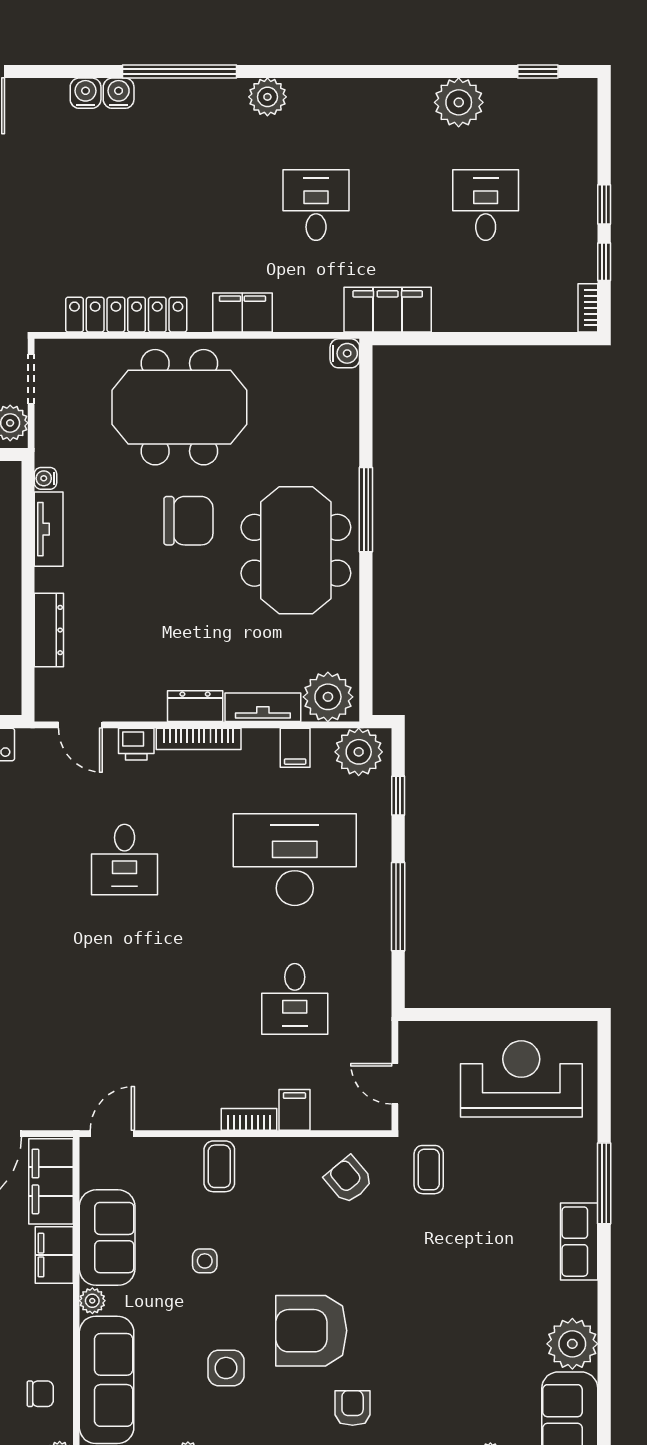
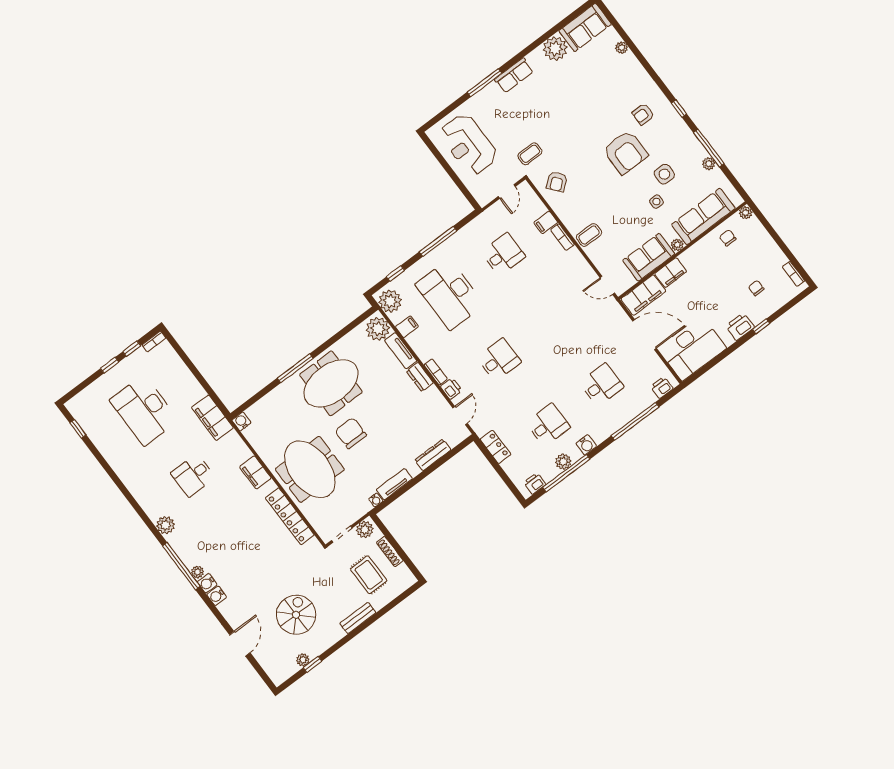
plant: (459, 102) -> (197, 572), moved, width x0.53, depth x0.53
desk: (486, 205) -> (144, 410), width x1.87, depth x1.30
bookcase: (199, 739) -> (436, 372), width x0.64
side table: (205, 1261) -> (656, 202), moved

